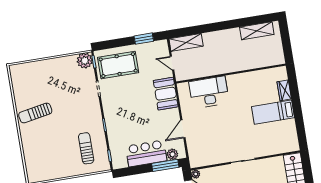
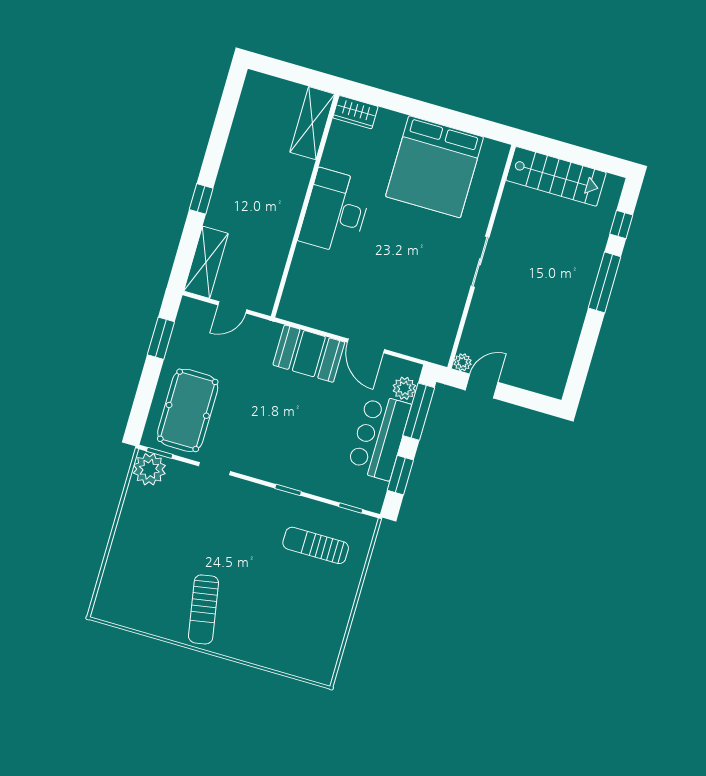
window: (212, 27) -> (201, 199), added
shelving: (257, 31) -> (312, 123), moved
wardrobe: (284, 90) -> (355, 112), moved
desk: (209, 92) -> (335, 212), moved
booth: (166, 94) -> (309, 354), moved
bed: (273, 112) -> (435, 167), width x2.04
window: (134, 170) -> (400, 475), added

